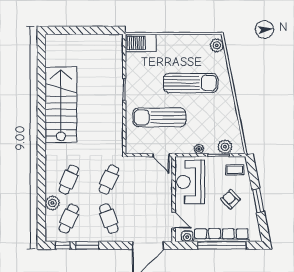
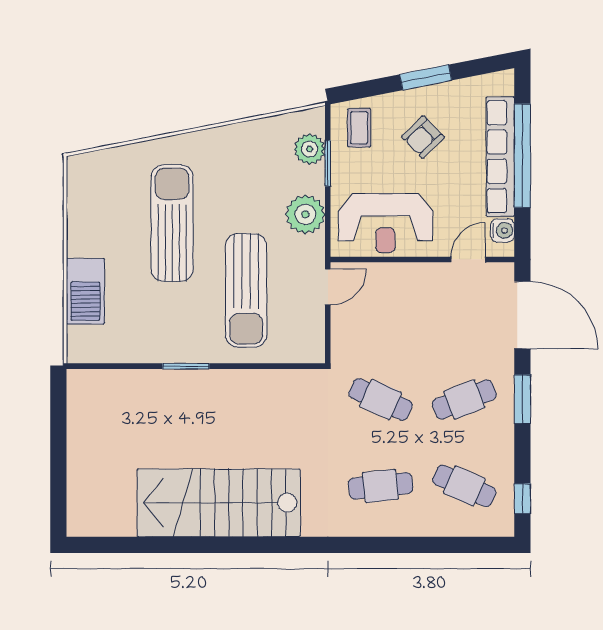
barbecue: (141, 43) -> (85, 291), moved
plant: (217, 45) -> (91, 167), removed
plant: (199, 149) -> (305, 214), width x1.87, depth x1.87
cafe table: (69, 180) -> (381, 486), turned -30
plant: (52, 203) -> (431, 521), removed
window: (87, 245) -> (522, 399), moved

